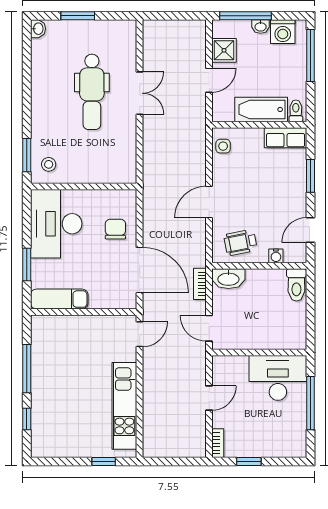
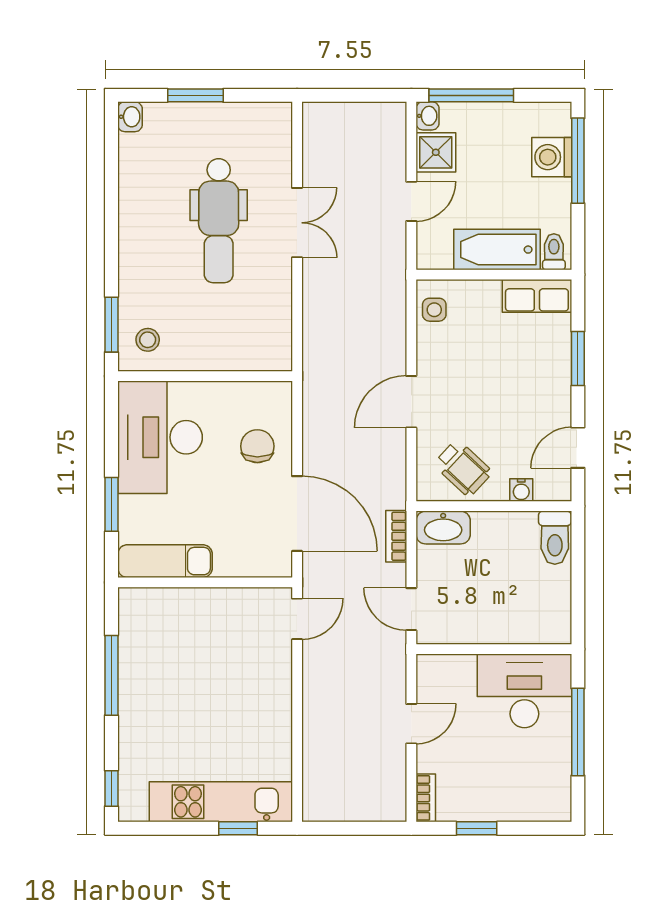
washbasin: (261, 27) -> (427, 116), moved, turned -90
washing machine: (283, 32) -> (552, 157), moved, turned 90
wheelchair: (240, 243) -> (463, 468), turned -126
kitchen unit: (124, 406) -> (221, 802), moved, turned 90
window: (27, 419) -> (111, 788), moved

